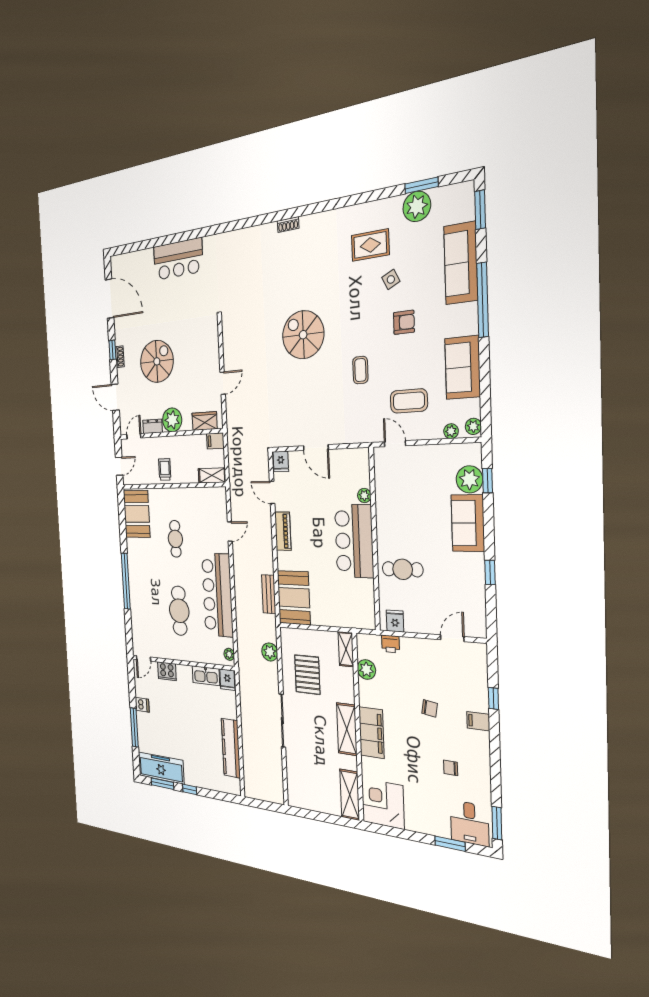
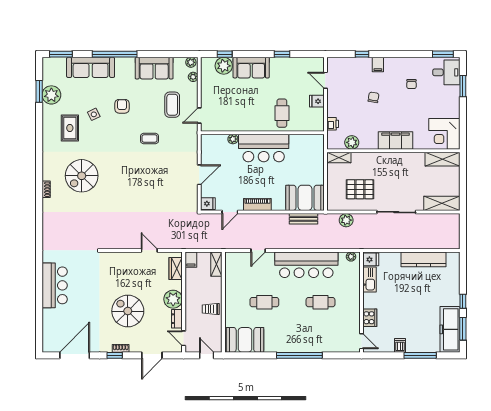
spiral stairs: (303, 335) -> (82, 176), moved
door: (230, 531) -> (258, 250), swing flipped
cafe table: (179, 611) -> (320, 302), width x0.73, depth x0.74
fridge: (395, 621) -> (317, 101), moved
shelving: (347, 729) -> (442, 203), moved

